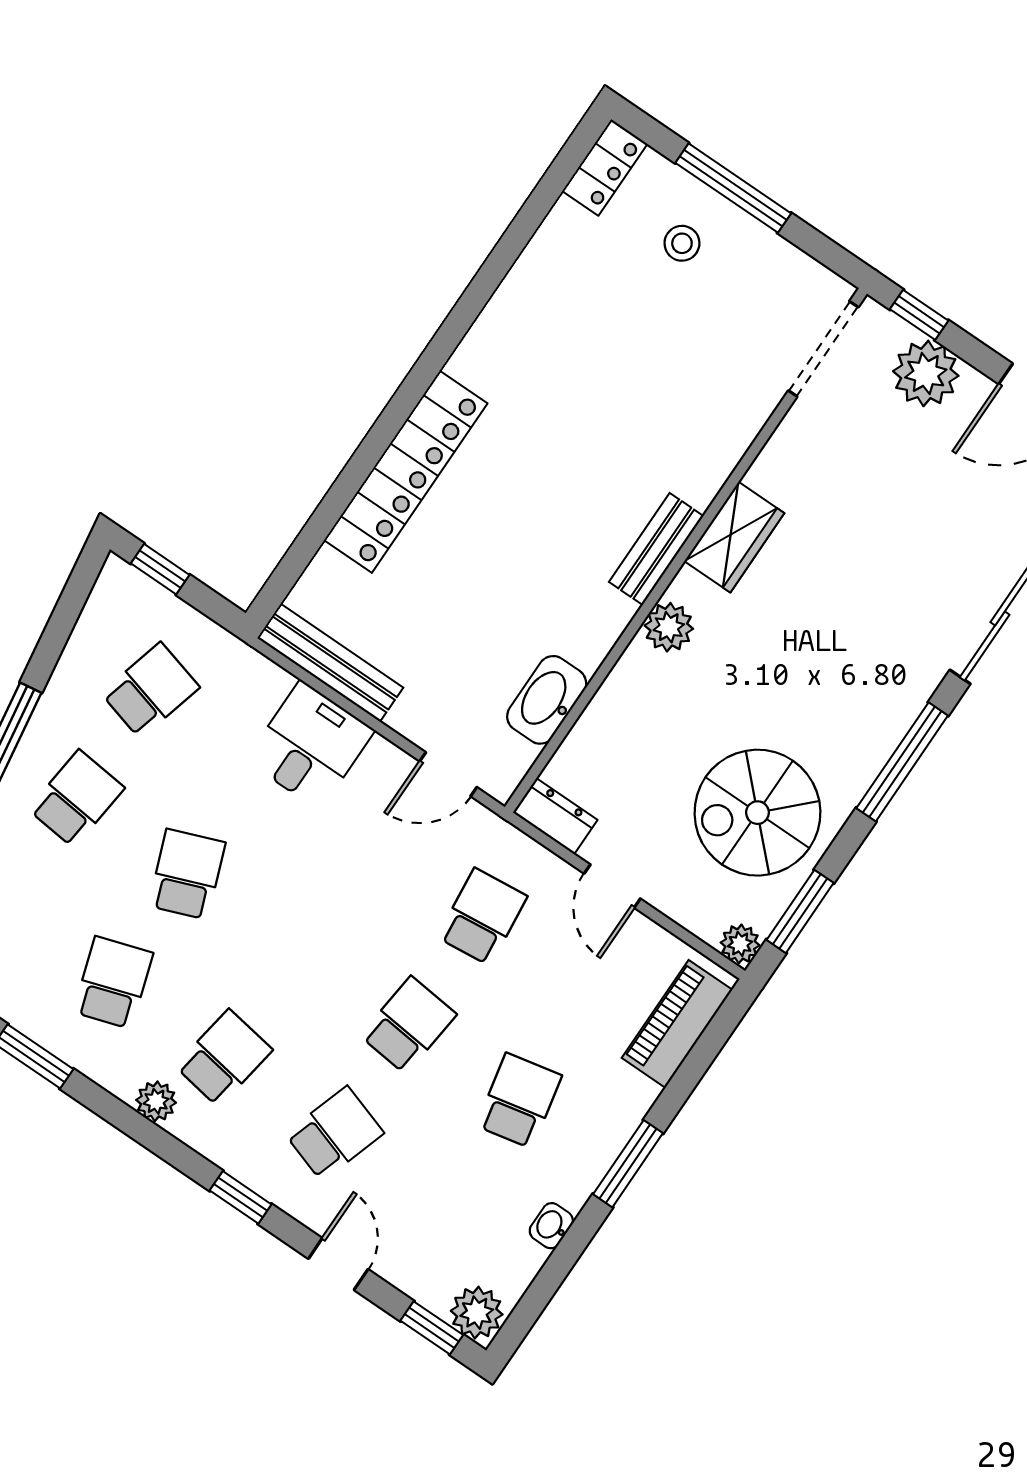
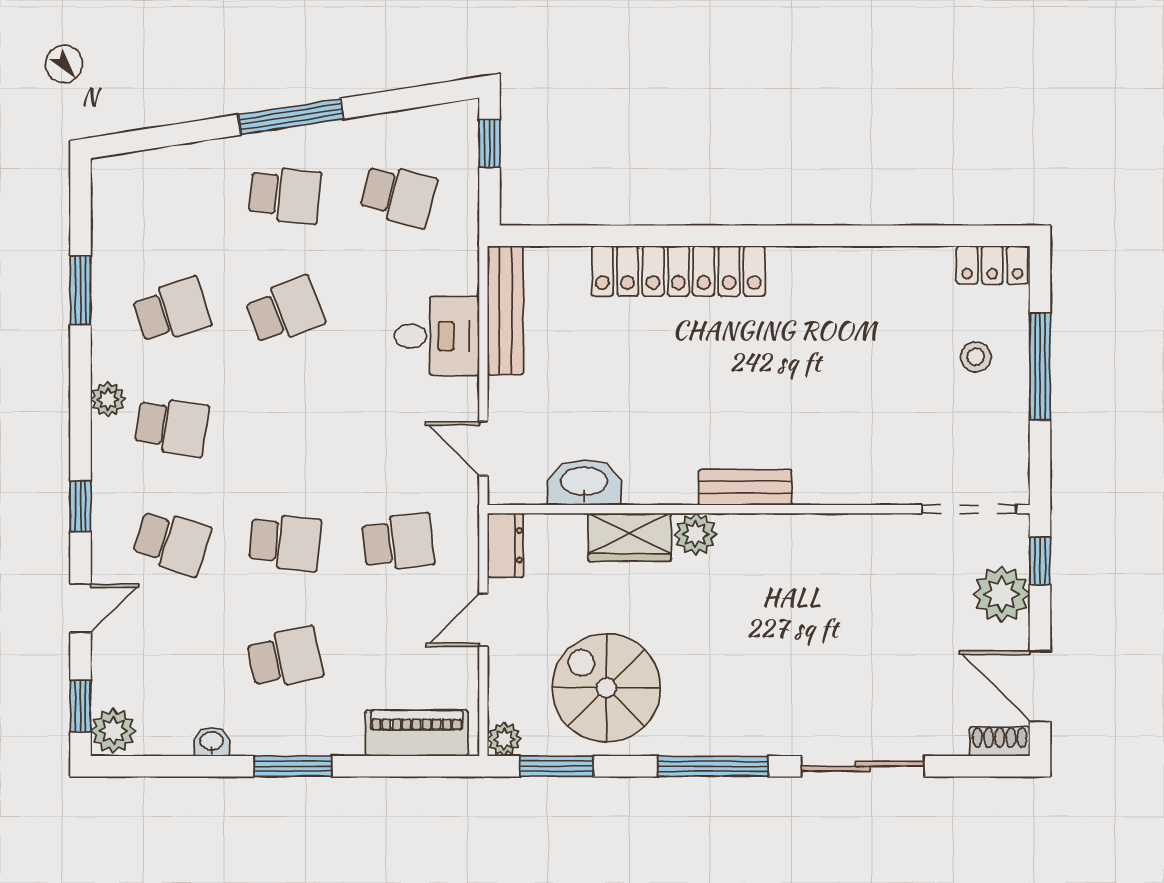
wardrobe: (734, 537) -> (630, 537), moved

